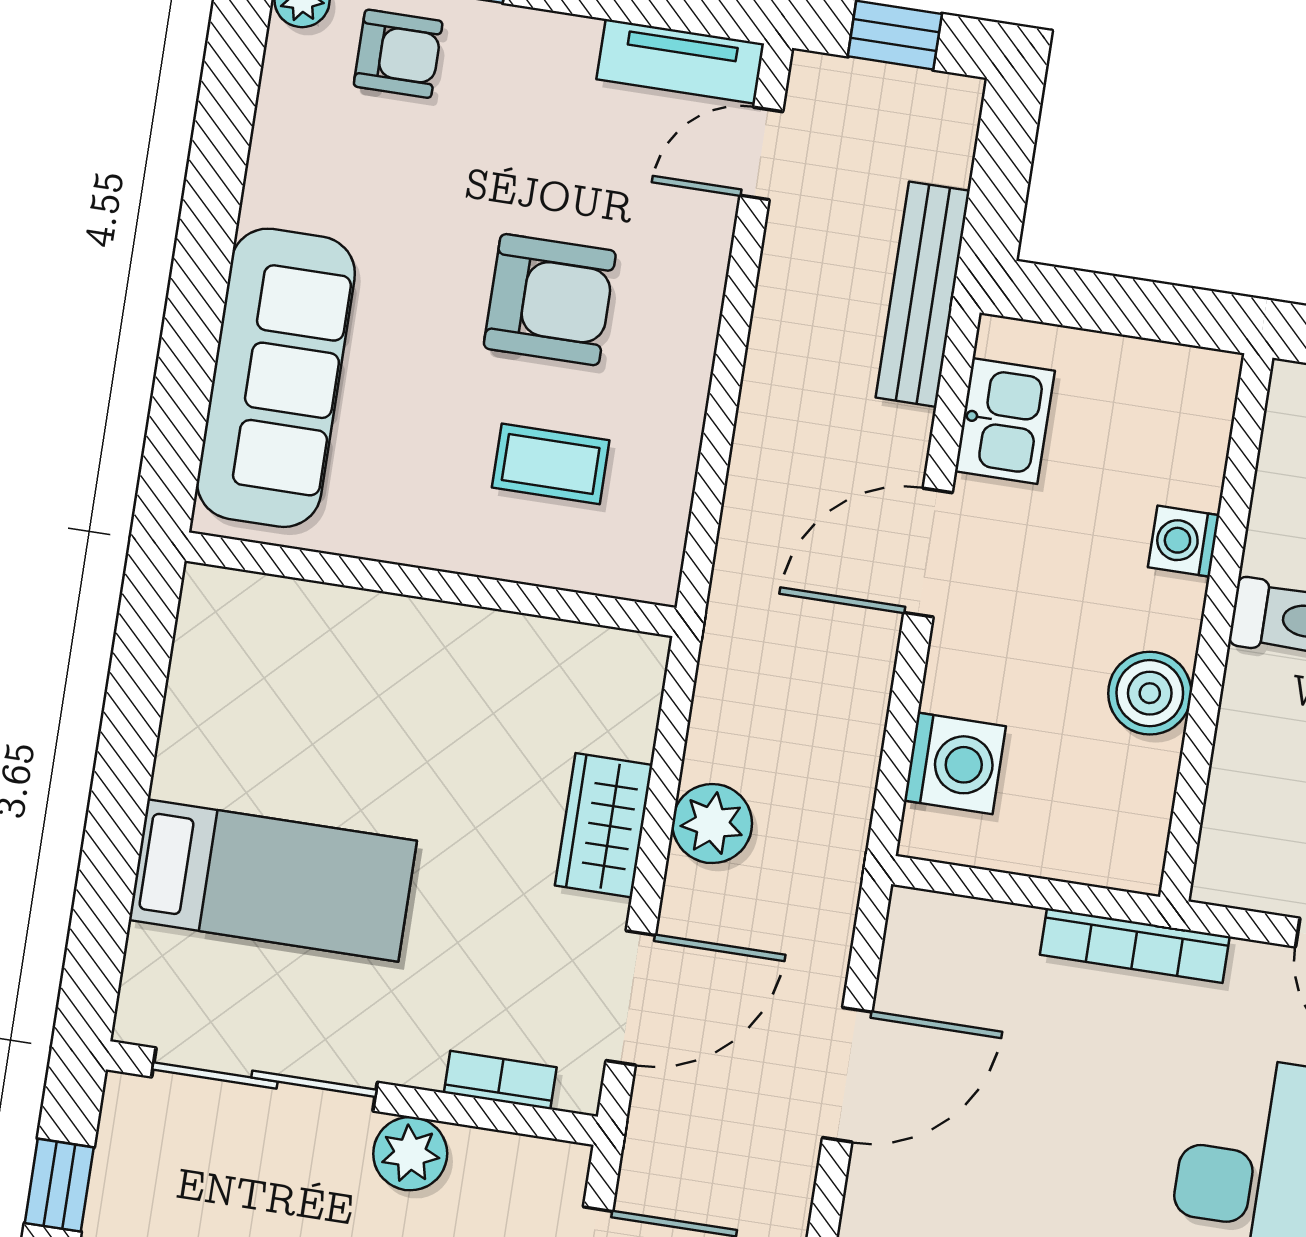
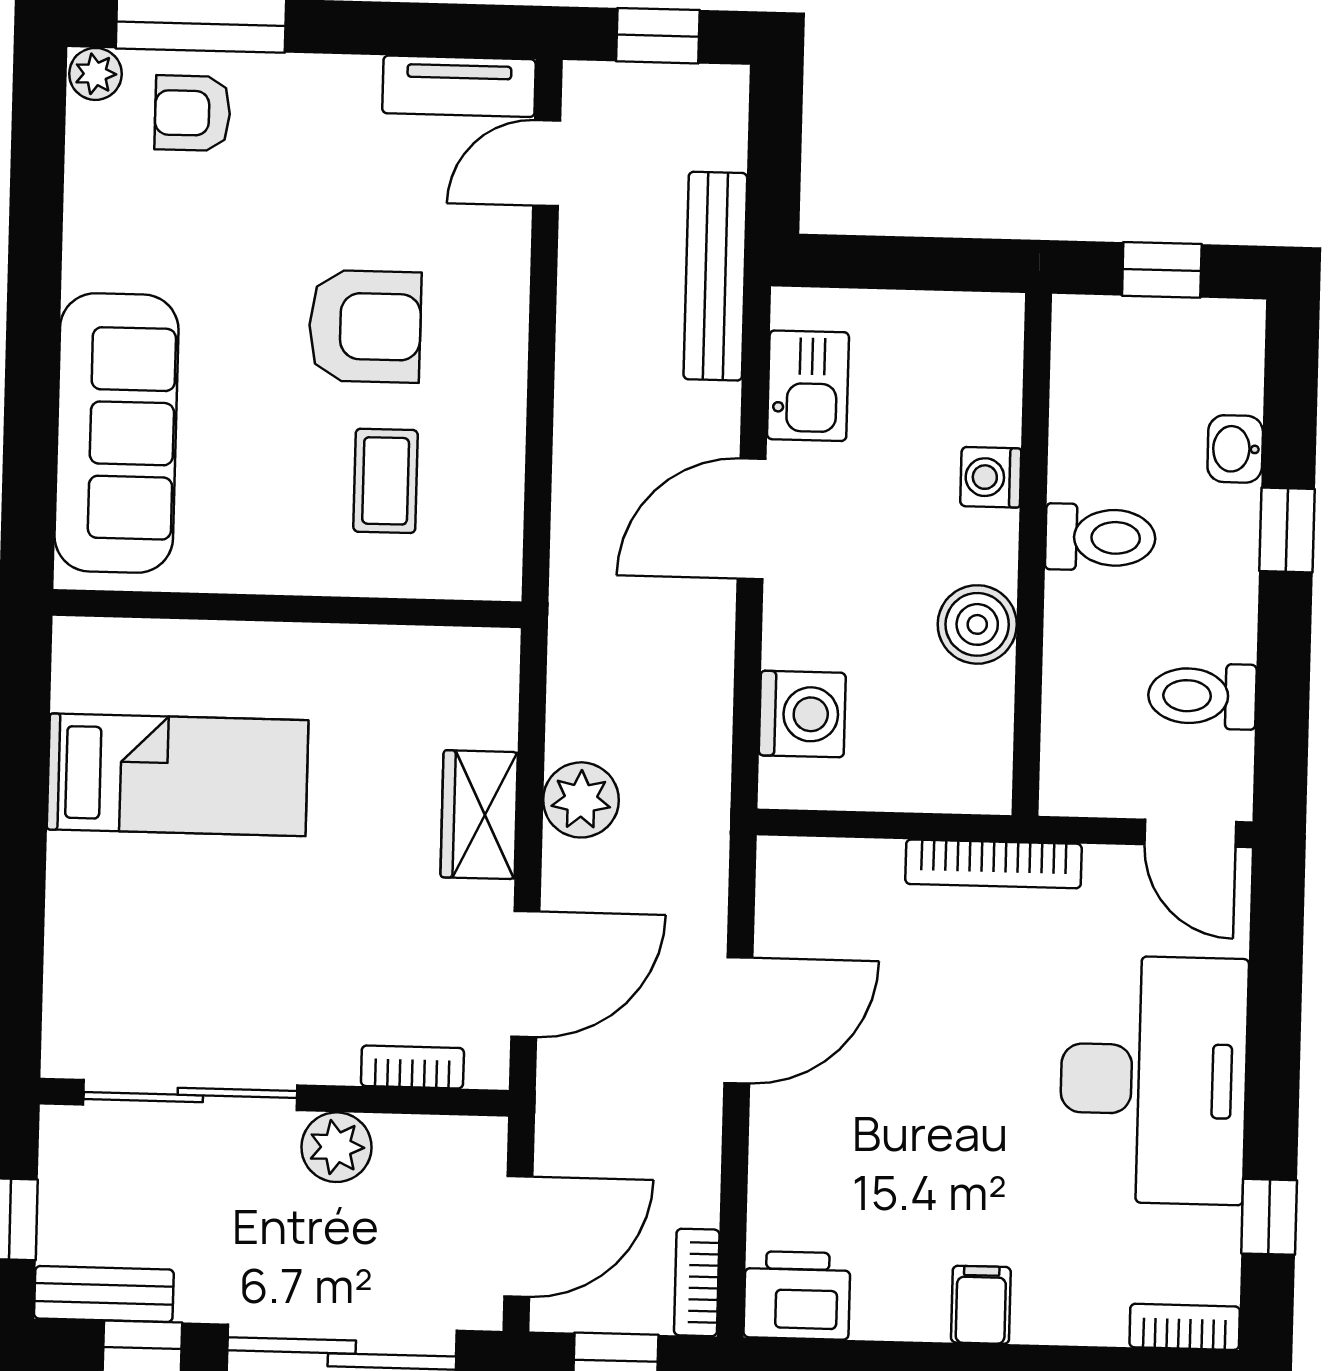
armchair: (398, 54) -> (192, 113), turned 180
coffee table: (551, 464) -> (386, 481), turned 90
bed: (273, 880) -> (178, 775), moved

